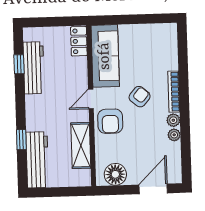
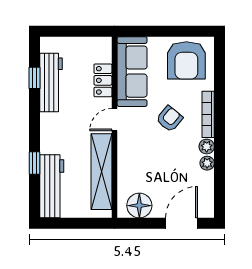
locker: (79, 41) -> (103, 80), moved
armchair: (110, 121) -> (186, 60), moved, width x1.36, depth x1.36
shelving: (81, 145) -> (101, 172), width x1.47

